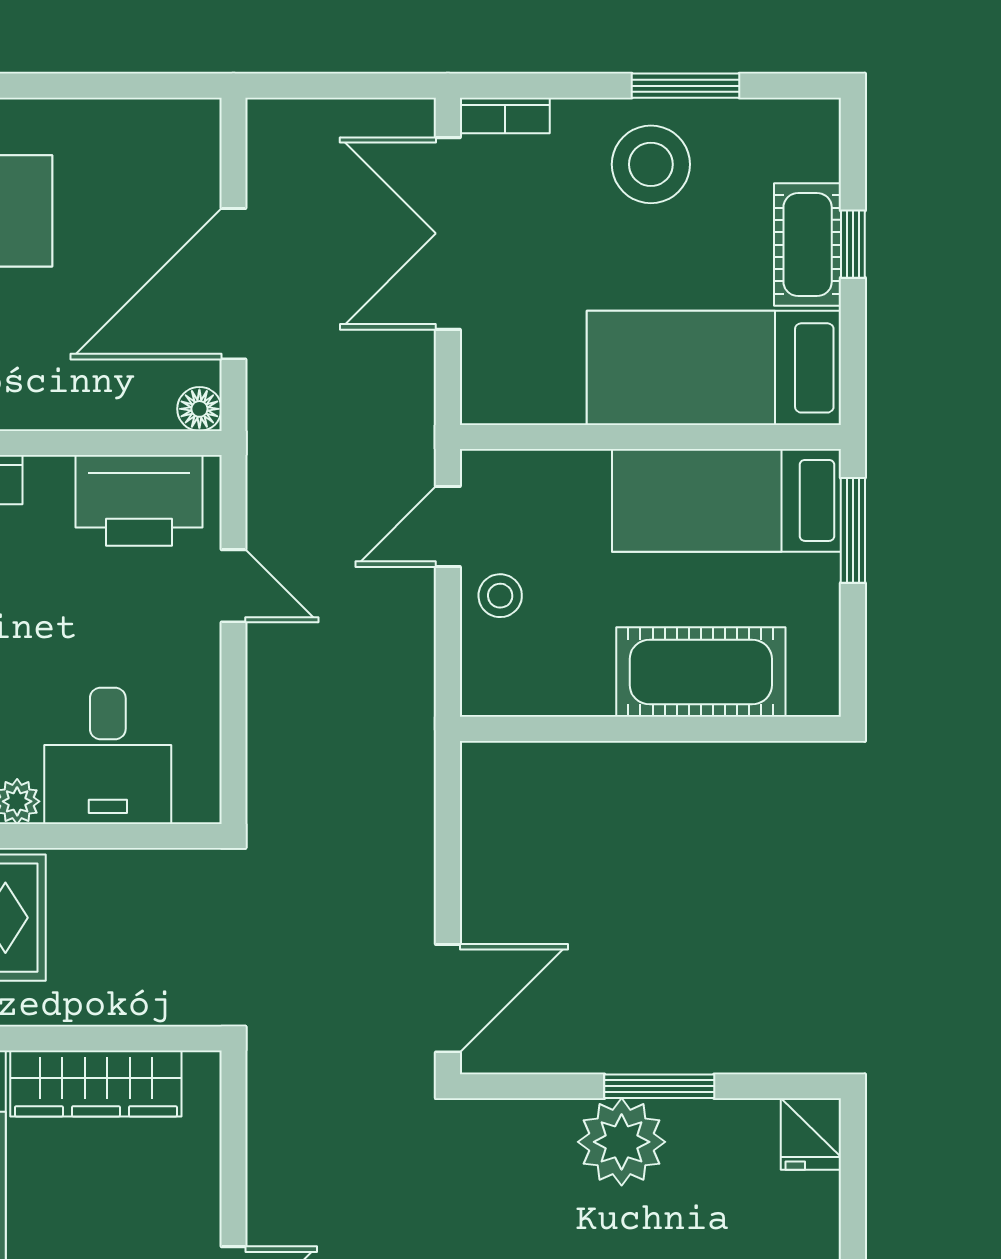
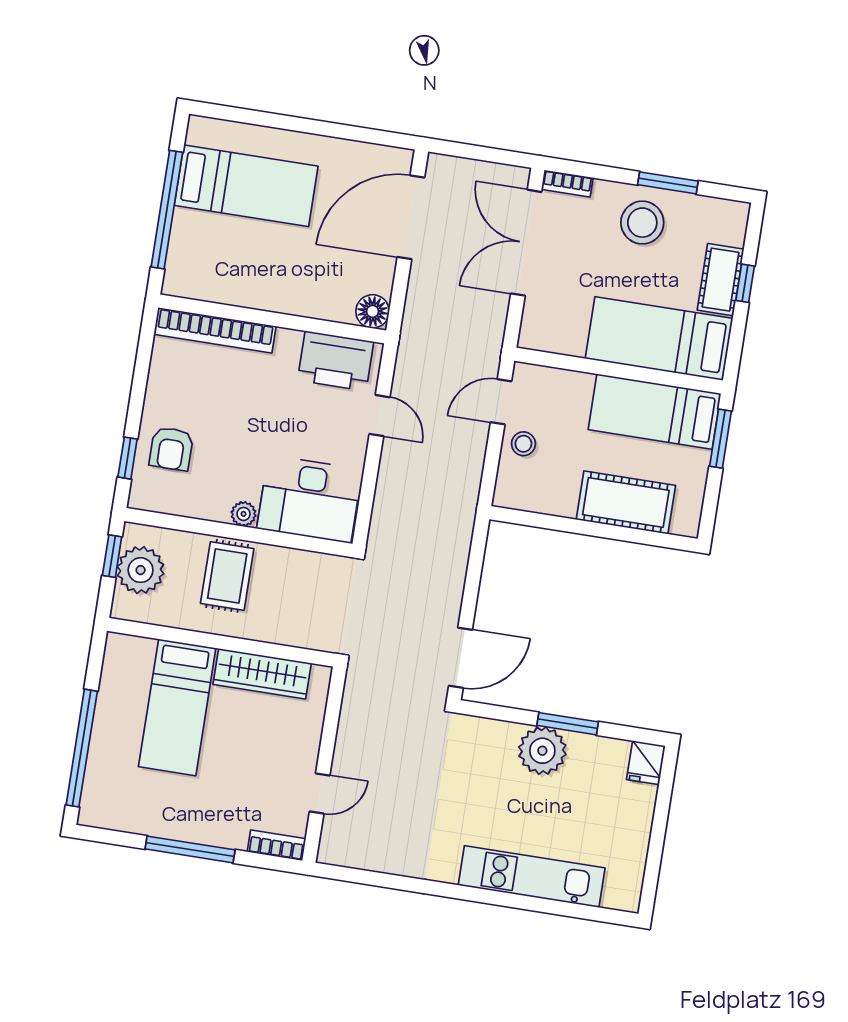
door: (233, 284) -> (411, 217), moved
floor lamp: (199, 409) -> (373, 311), width x1.37, depth x1.37
desk: (108, 756) -> (310, 499), width x1.37

